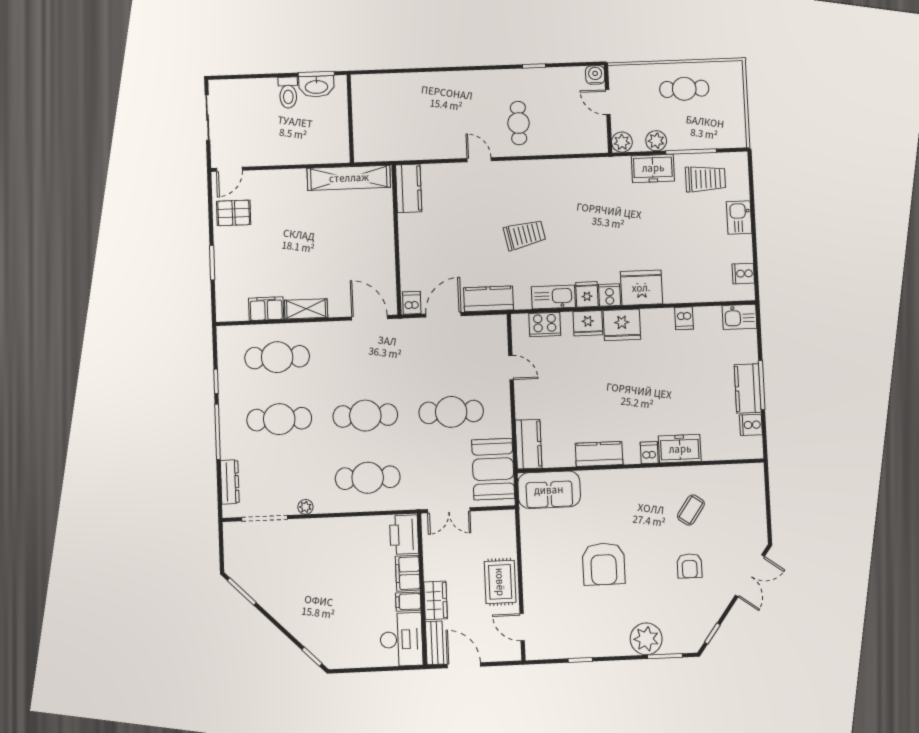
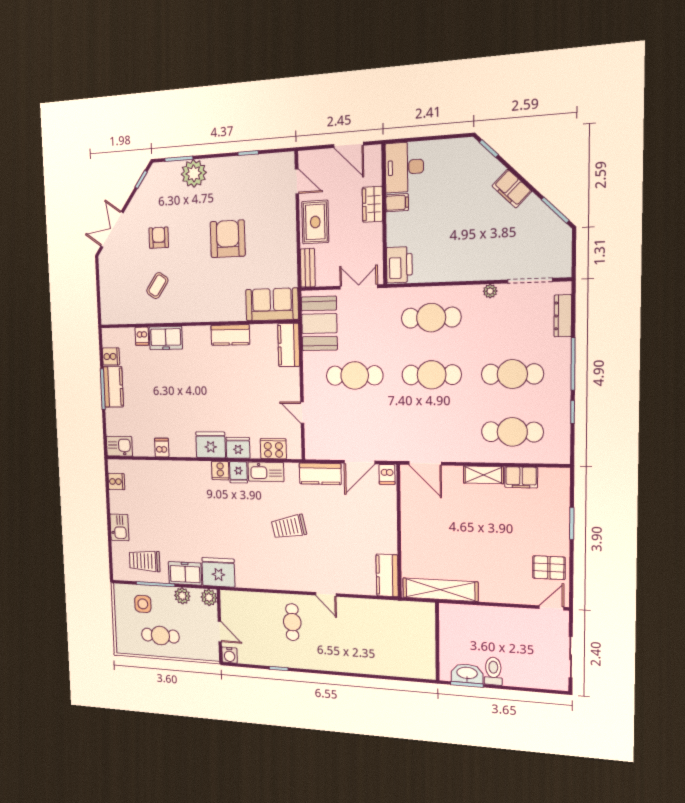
side table: (708, 126) -> (143, 604), added
fridge: (641, 288) -> (218, 572), moved, turned 180
dishwasher: (649, 453) -> (142, 336), moved
filing cabinet: (408, 573) -> (512, 189), moved, turned 135
bench: (434, 643) -> (308, 268), moved

